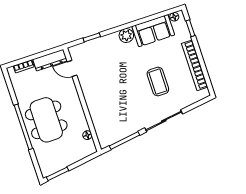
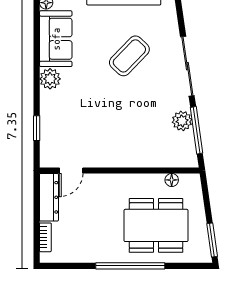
coffee table: (158, 82) -> (129, 56), turned -46
dining table: (46, 120) -> (156, 225), moved
plant: (127, 129) -> (182, 121), added

